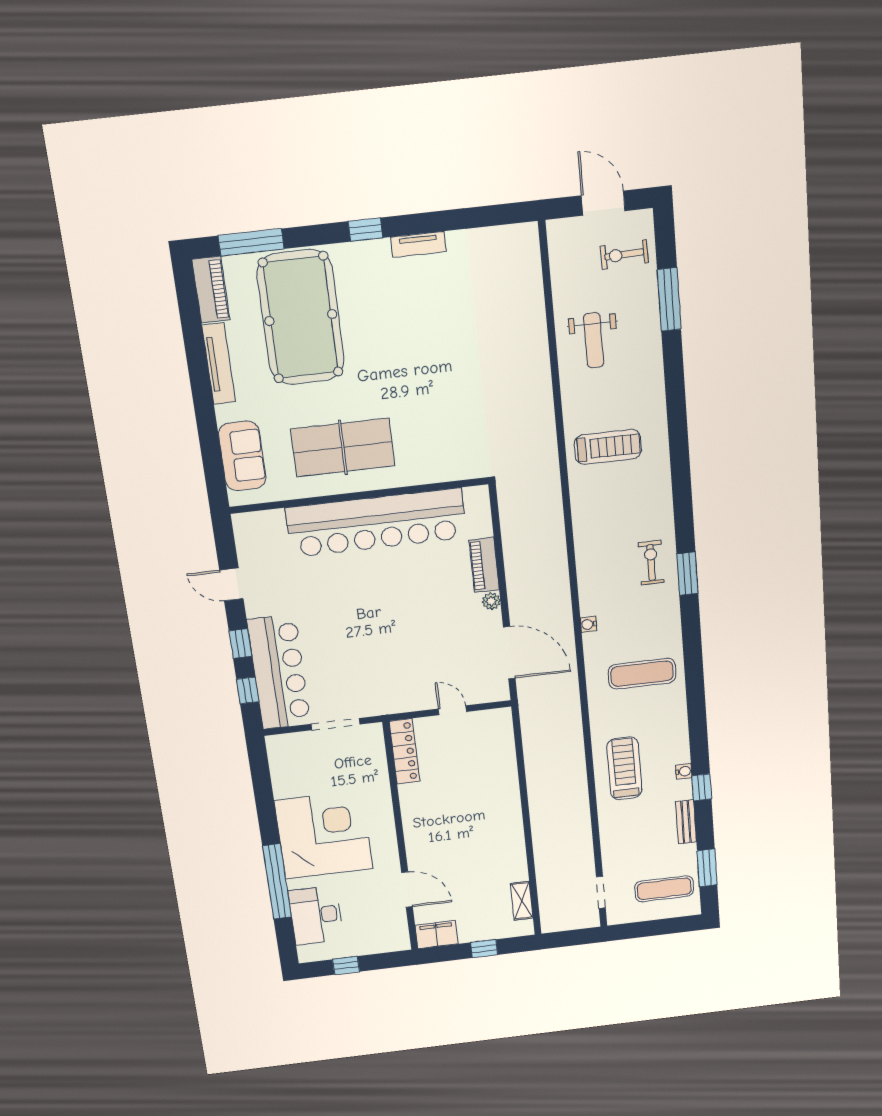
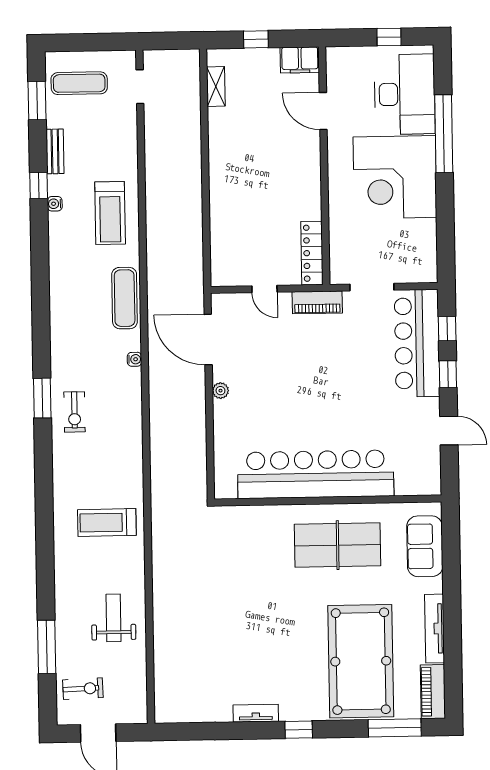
piano: (484, 565) -> (317, 302), moved, turned 90
exercise mat: (642, 674) -> (125, 298), moved, turned 90
desk: (316, 915) -> (405, 94), width x1.36, depth x1.30

